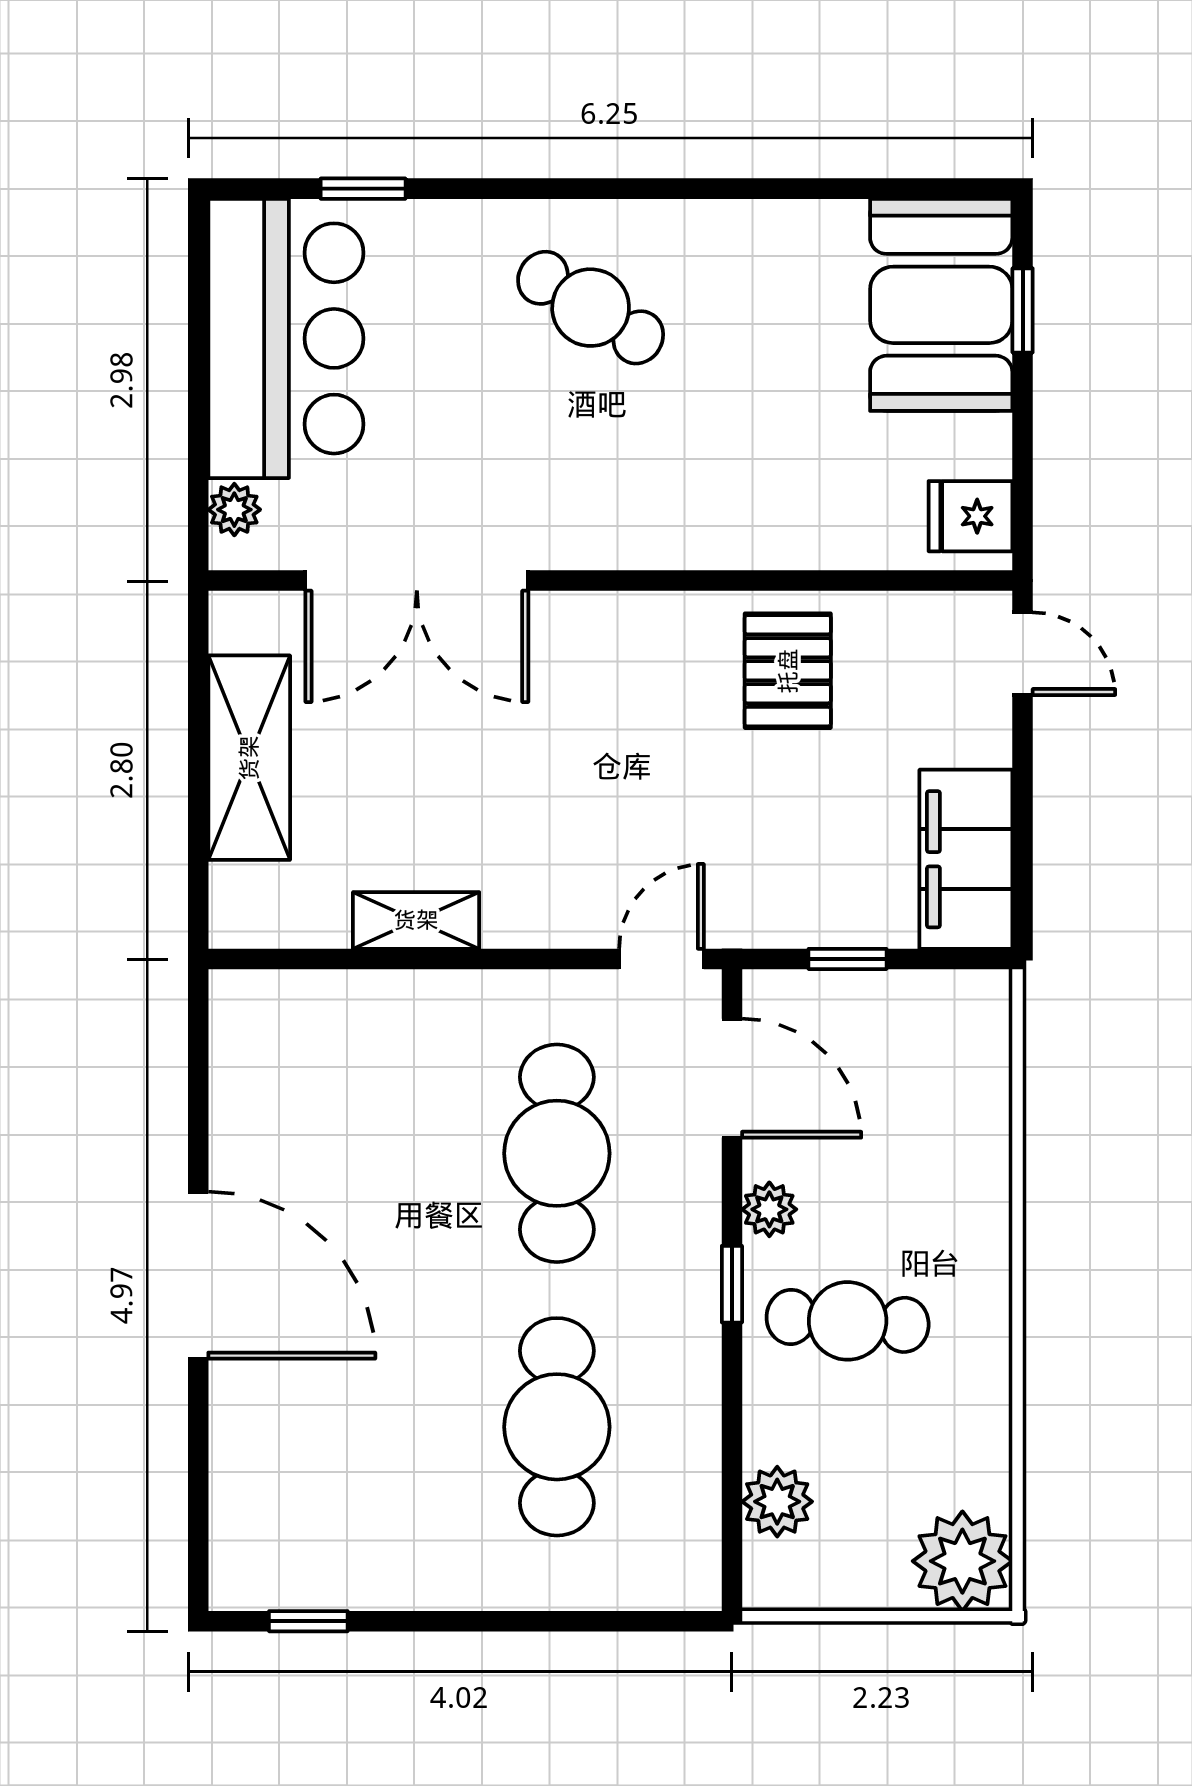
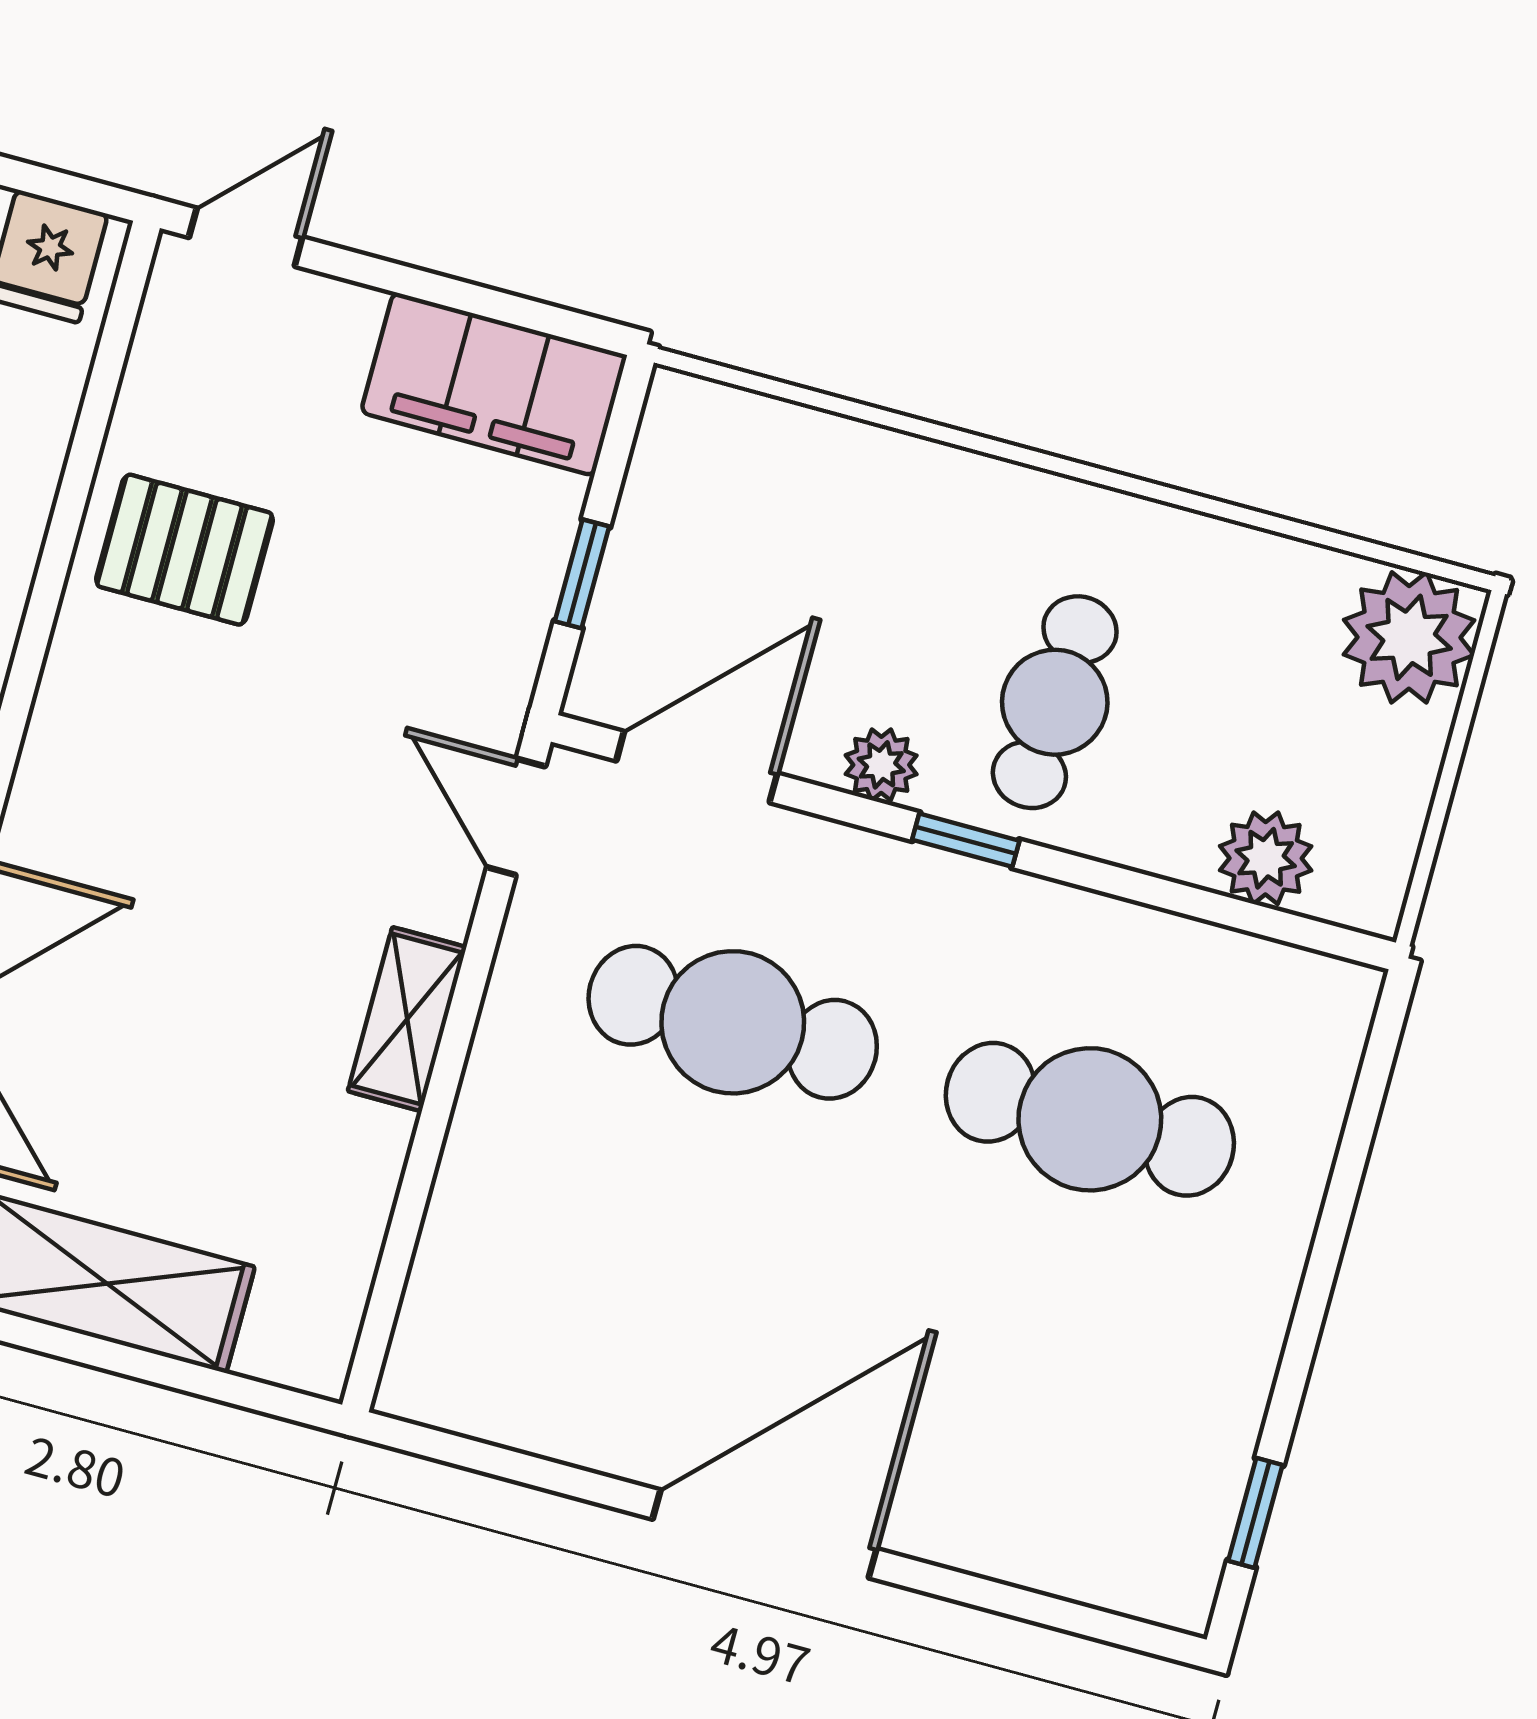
shelving: (416, 920) -> (407, 1019), moved

